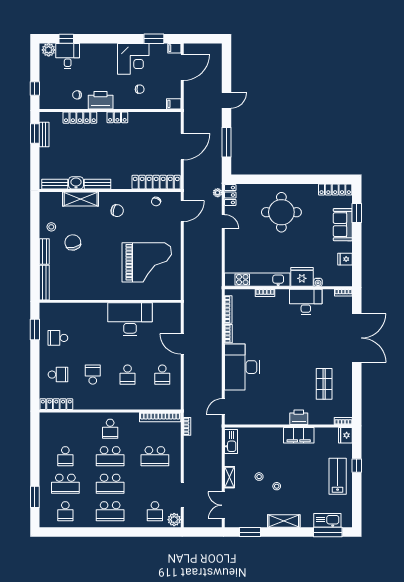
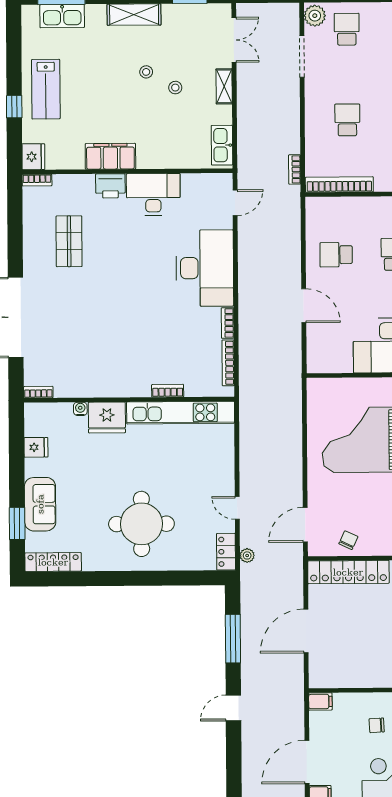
desk: (306, 302) -> (153, 194), moved, turned 180
school desk: (162, 375) -> (336, 255), turned -90
school desk: (155, 456) -> (347, 120), width x0.54

